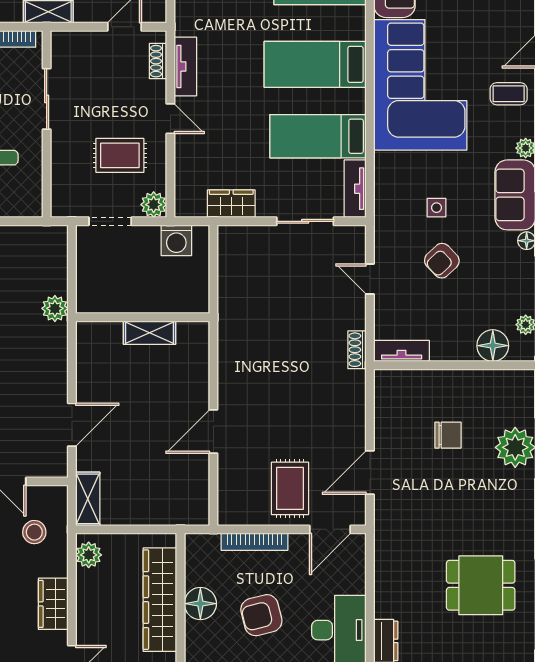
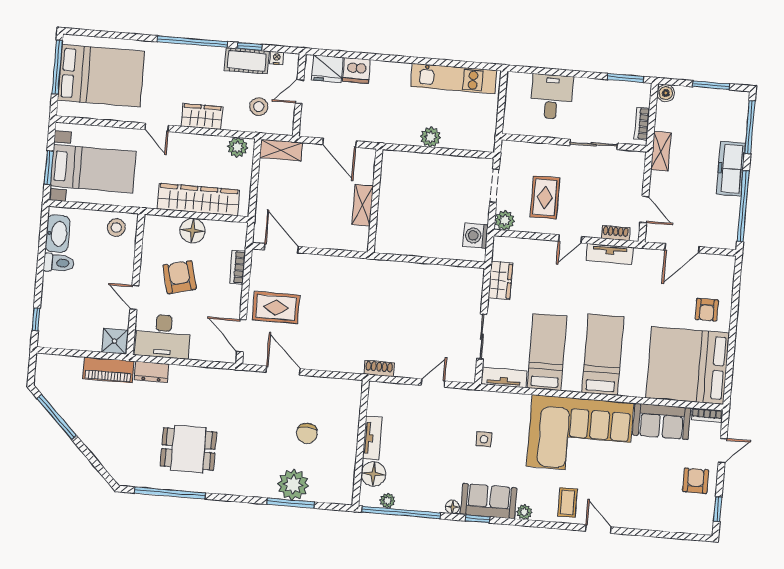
armchair: (442, 261) -> (443, 440), removed
wall: (143, 317) -> (375, 201), moved
shelving: (150, 333) -> (363, 205), moved
tv unit: (402, 351) -> (372, 438), moved
door: (213, 431) -> (281, 248), moved
bookcase: (254, 542) -> (238, 267), width x0.64
dining table: (481, 585) -> (188, 449), turned 90

